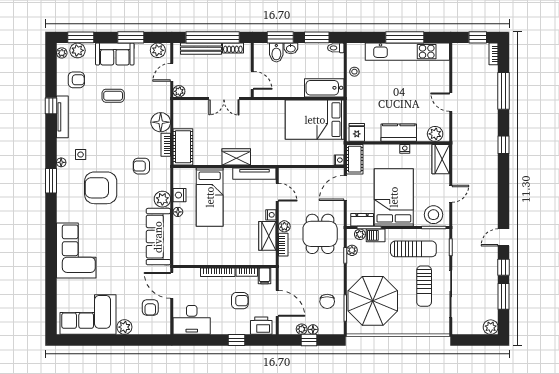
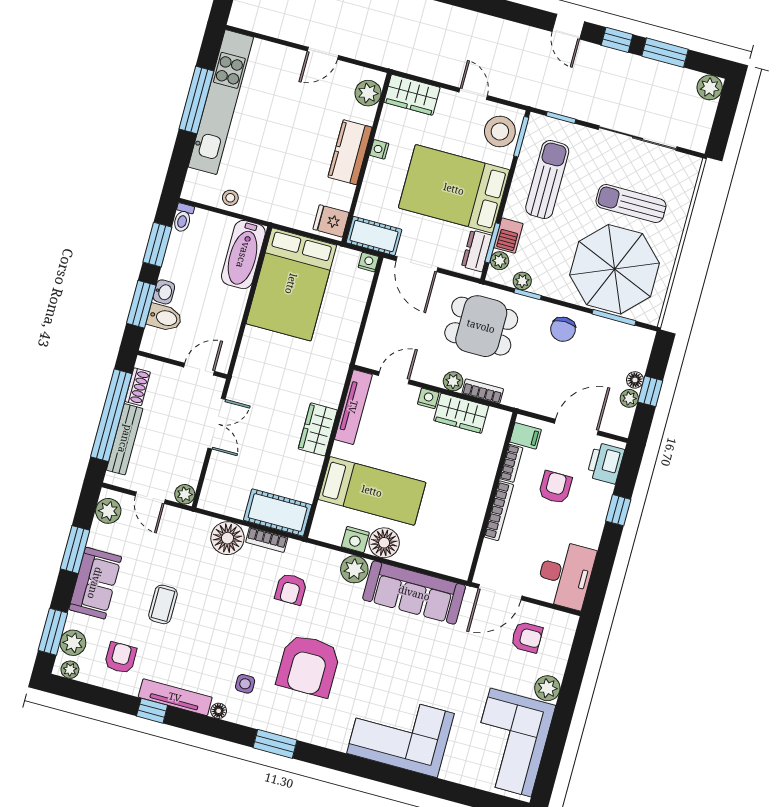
floor lamp: (61, 162) -> (219, 711), moved
floor lamp: (178, 212) -> (384, 543), width x1.89, depth x1.89
sun lounger: (424, 286) -> (631, 204), moved, turned 180
chair: (327, 301) -> (563, 329), moved, turned 90

